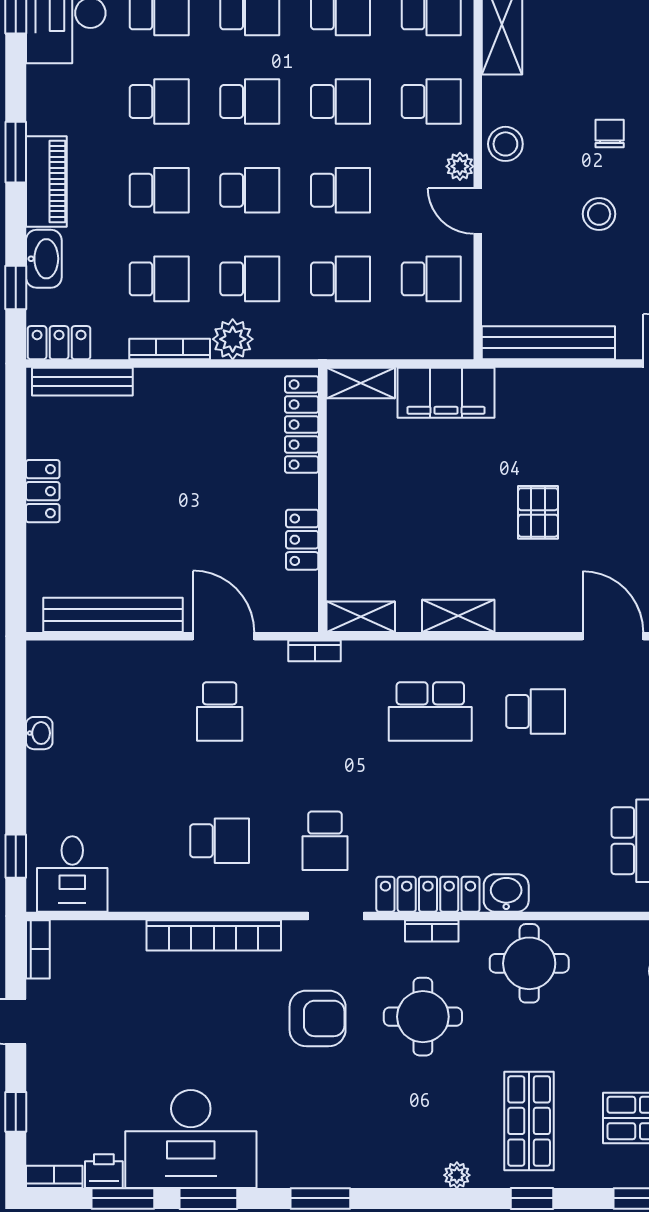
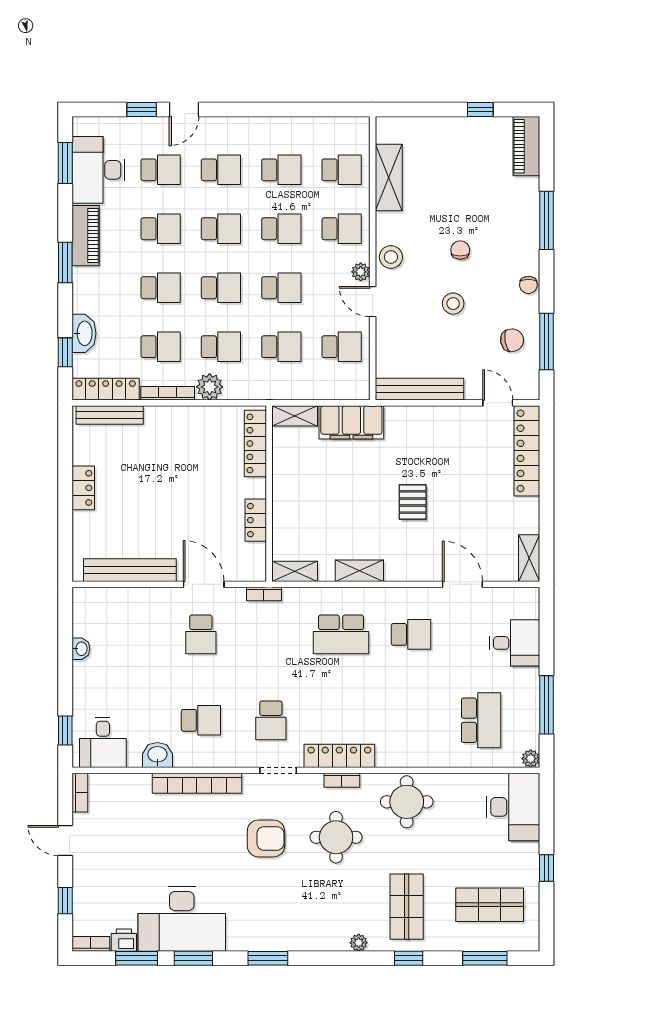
piano: (46, 181) -> (86, 236), moved
locker: (59, 343) -> (106, 389), width x1.53
washbasin: (506, 893) -> (157, 755), moved

